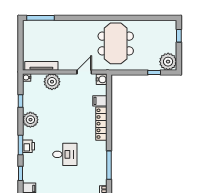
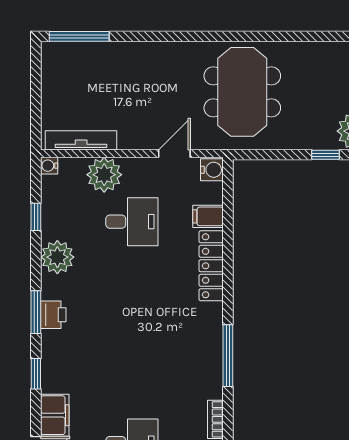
desk: (65, 154) -> (132, 222), moved

